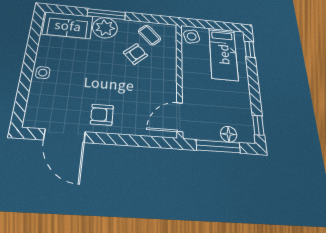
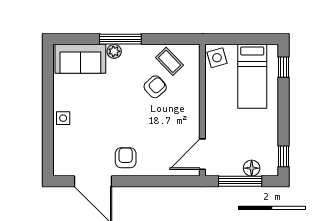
plant: (105, 28) -> (114, 51), width x0.53, depth x0.53
armchair: (102, 115) -> (126, 158), turned 90

